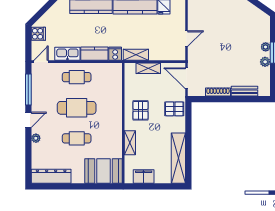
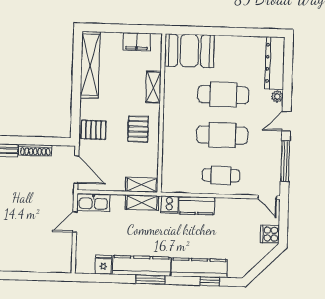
kitchen sink: (67, 54) -> (93, 202), moved
door: (41, 62) -> (267, 197), hinge flipped
shelving: (148, 68) -> (142, 185), moved
cafe table: (77, 138) -> (223, 95), width x1.37, depth x1.35
dresser: (51, 176) -> (275, 63), moved, turned 90

